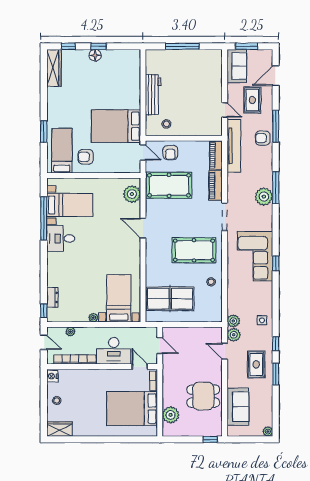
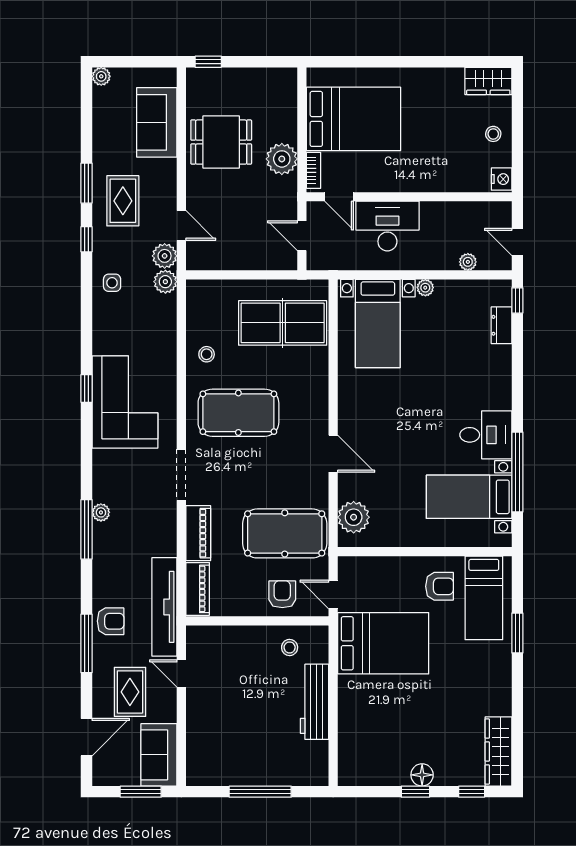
plant: (264, 197) -> (101, 512), width x0.53, depth x0.53
bookcase: (75, 359) -> (460, 210), removed
plant: (171, 415) -> (282, 159), moved

